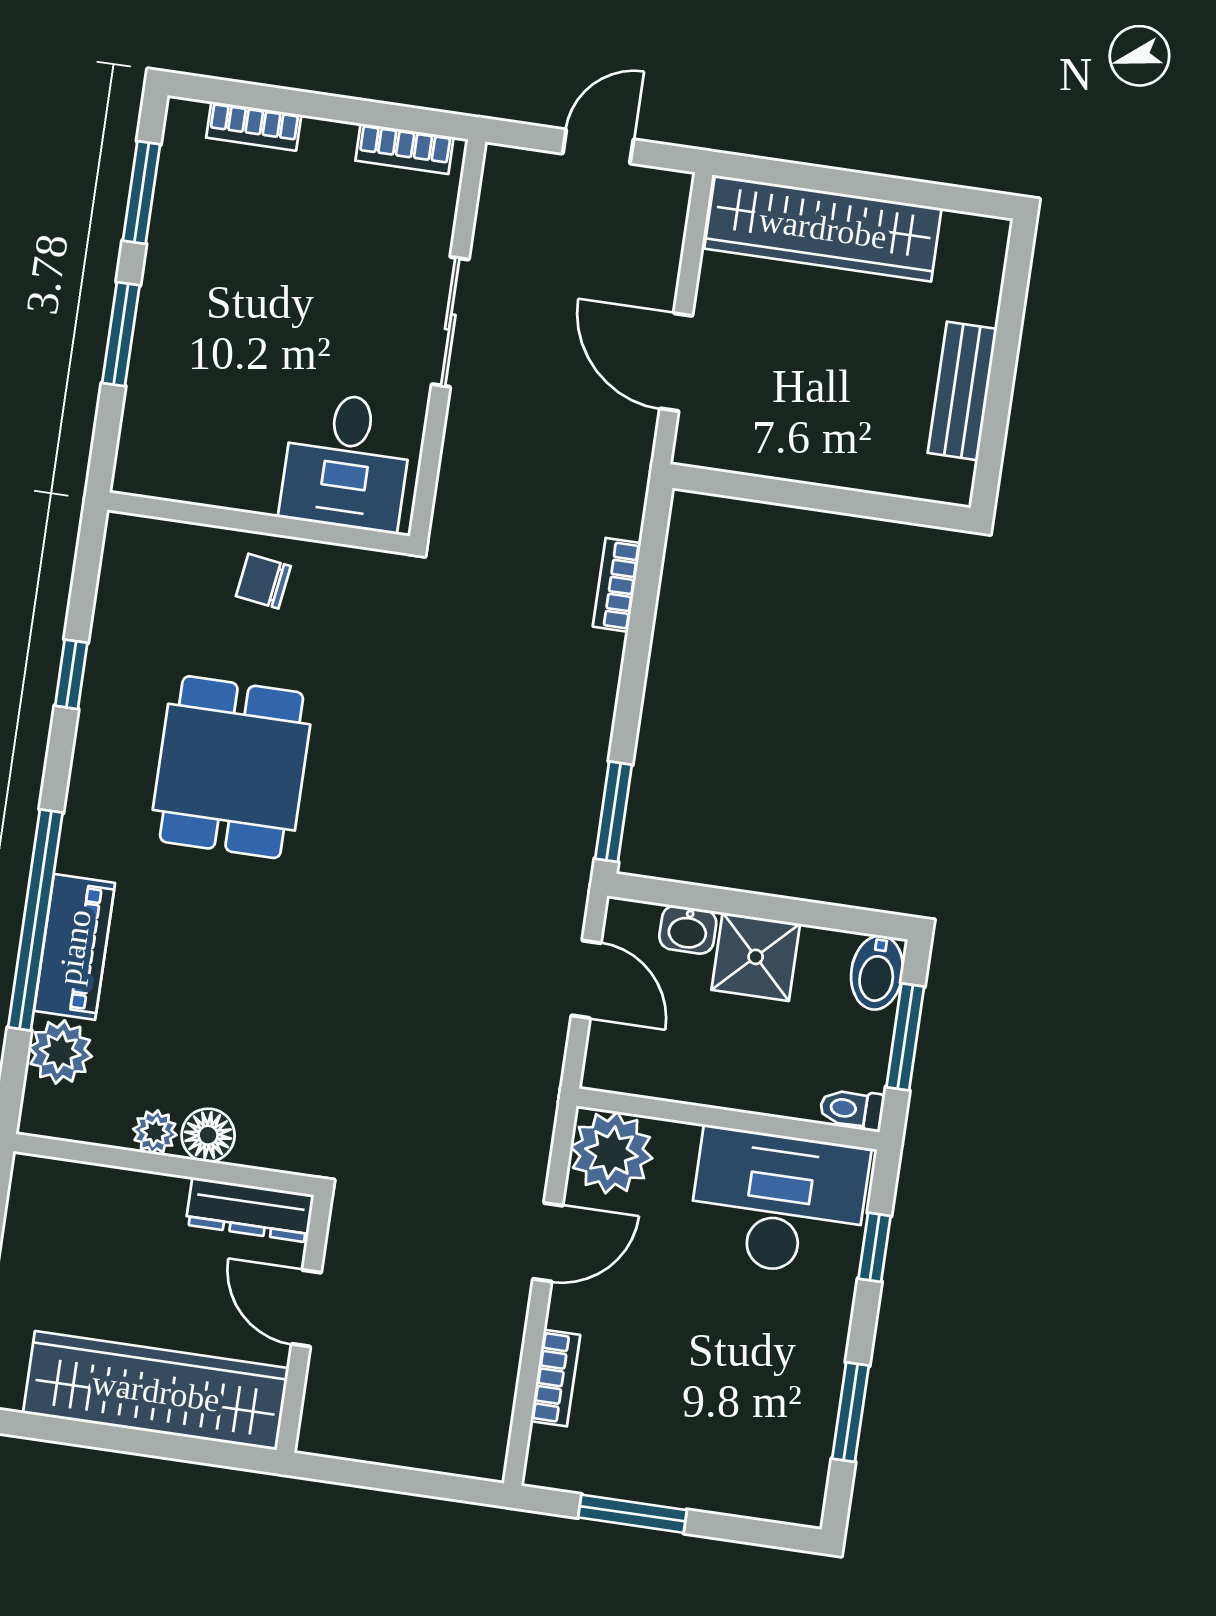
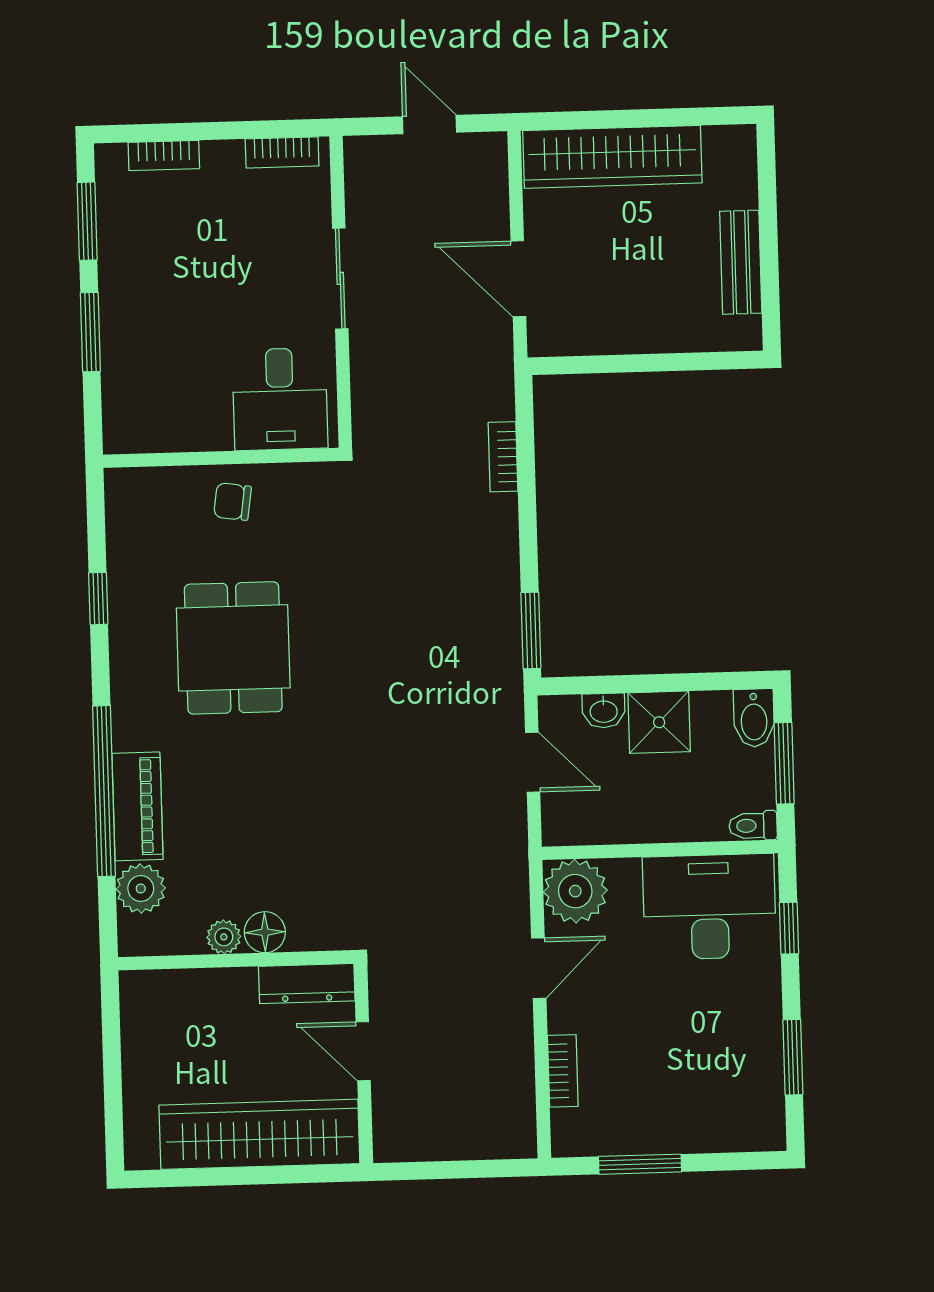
door: (598, 146) -> (430, 125), hinge flipped

